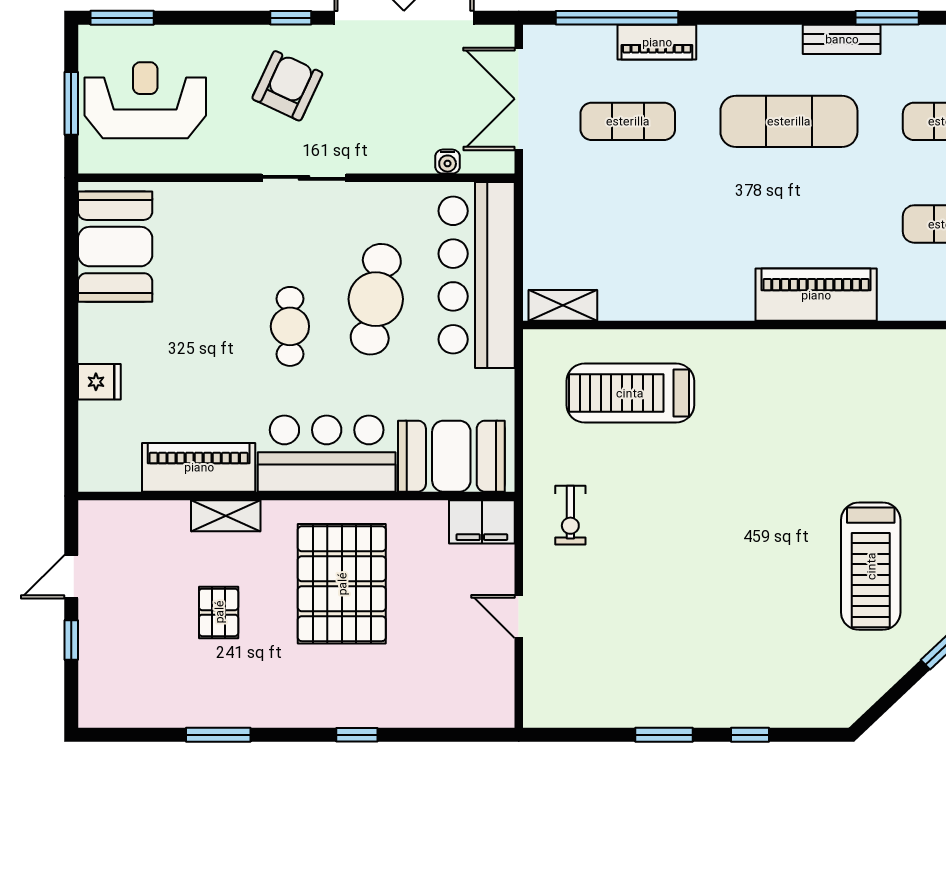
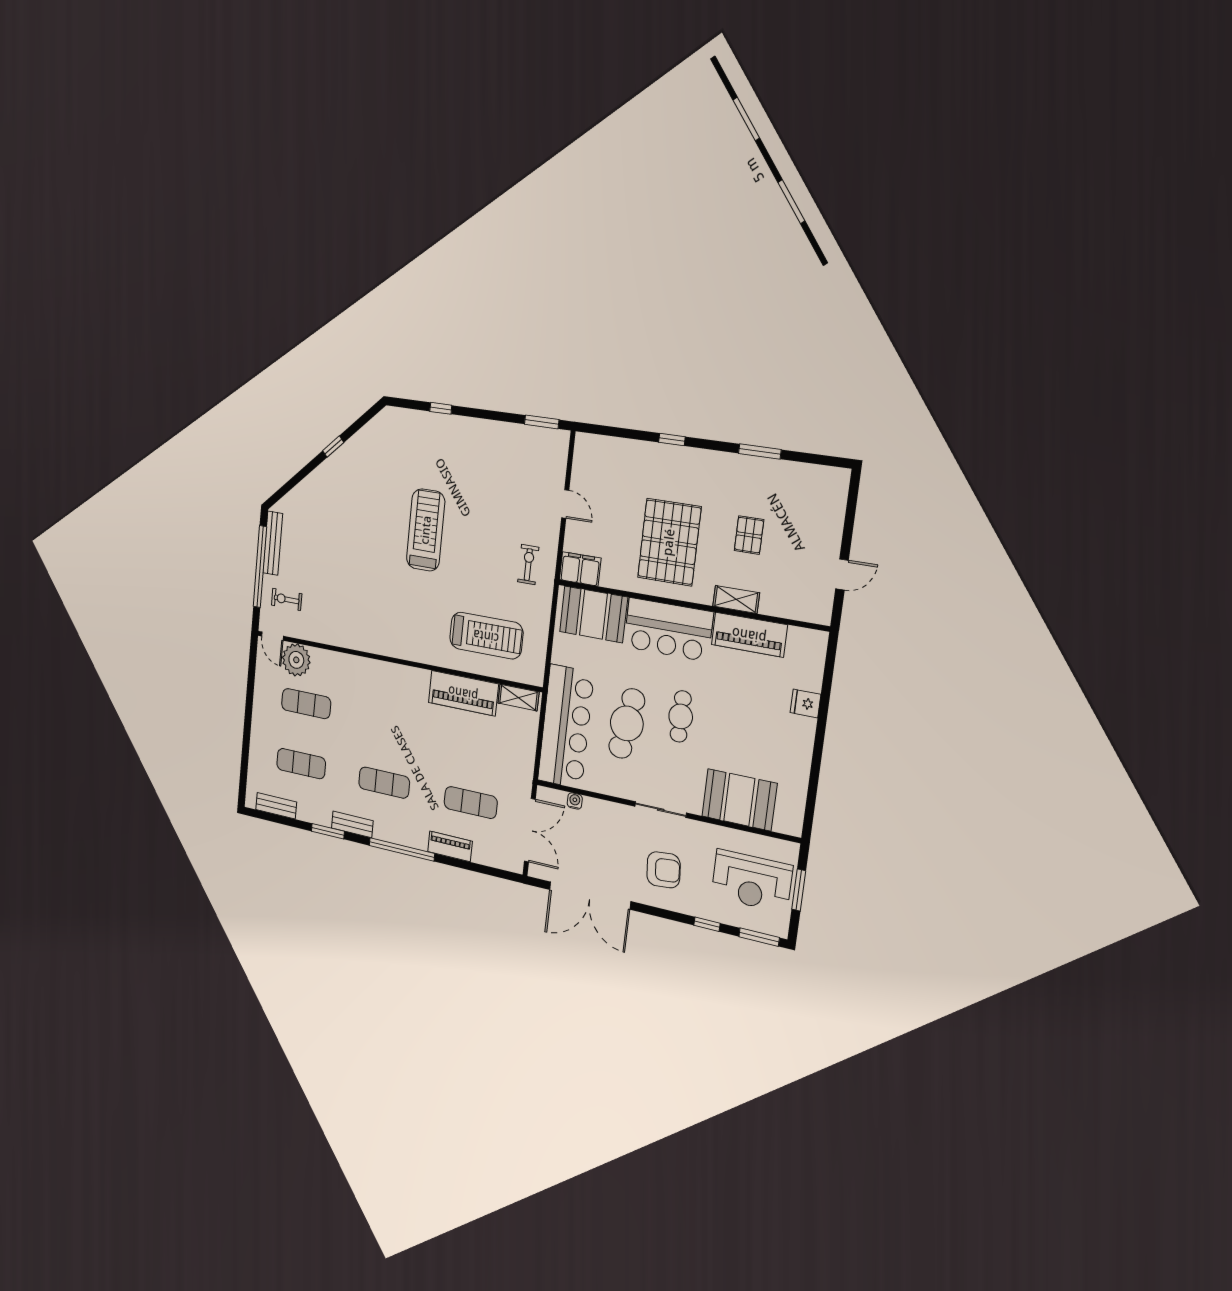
window: (291, 18) -> (707, 924), moved
window: (617, 18) -> (402, 849), moved
armchair: (287, 86) -> (663, 870), turned -120
exercise mat: (789, 121) -> (384, 783), width x0.73, depth x0.69
booth: (115, 247) -> (739, 800), moved, turned 90
piano: (816, 295) -> (463, 693), moved
treadmill: (871, 566) -> (426, 530), moved
window: (71, 640) -> (848, 531), removed
window: (664, 735) -> (542, 422), moved

